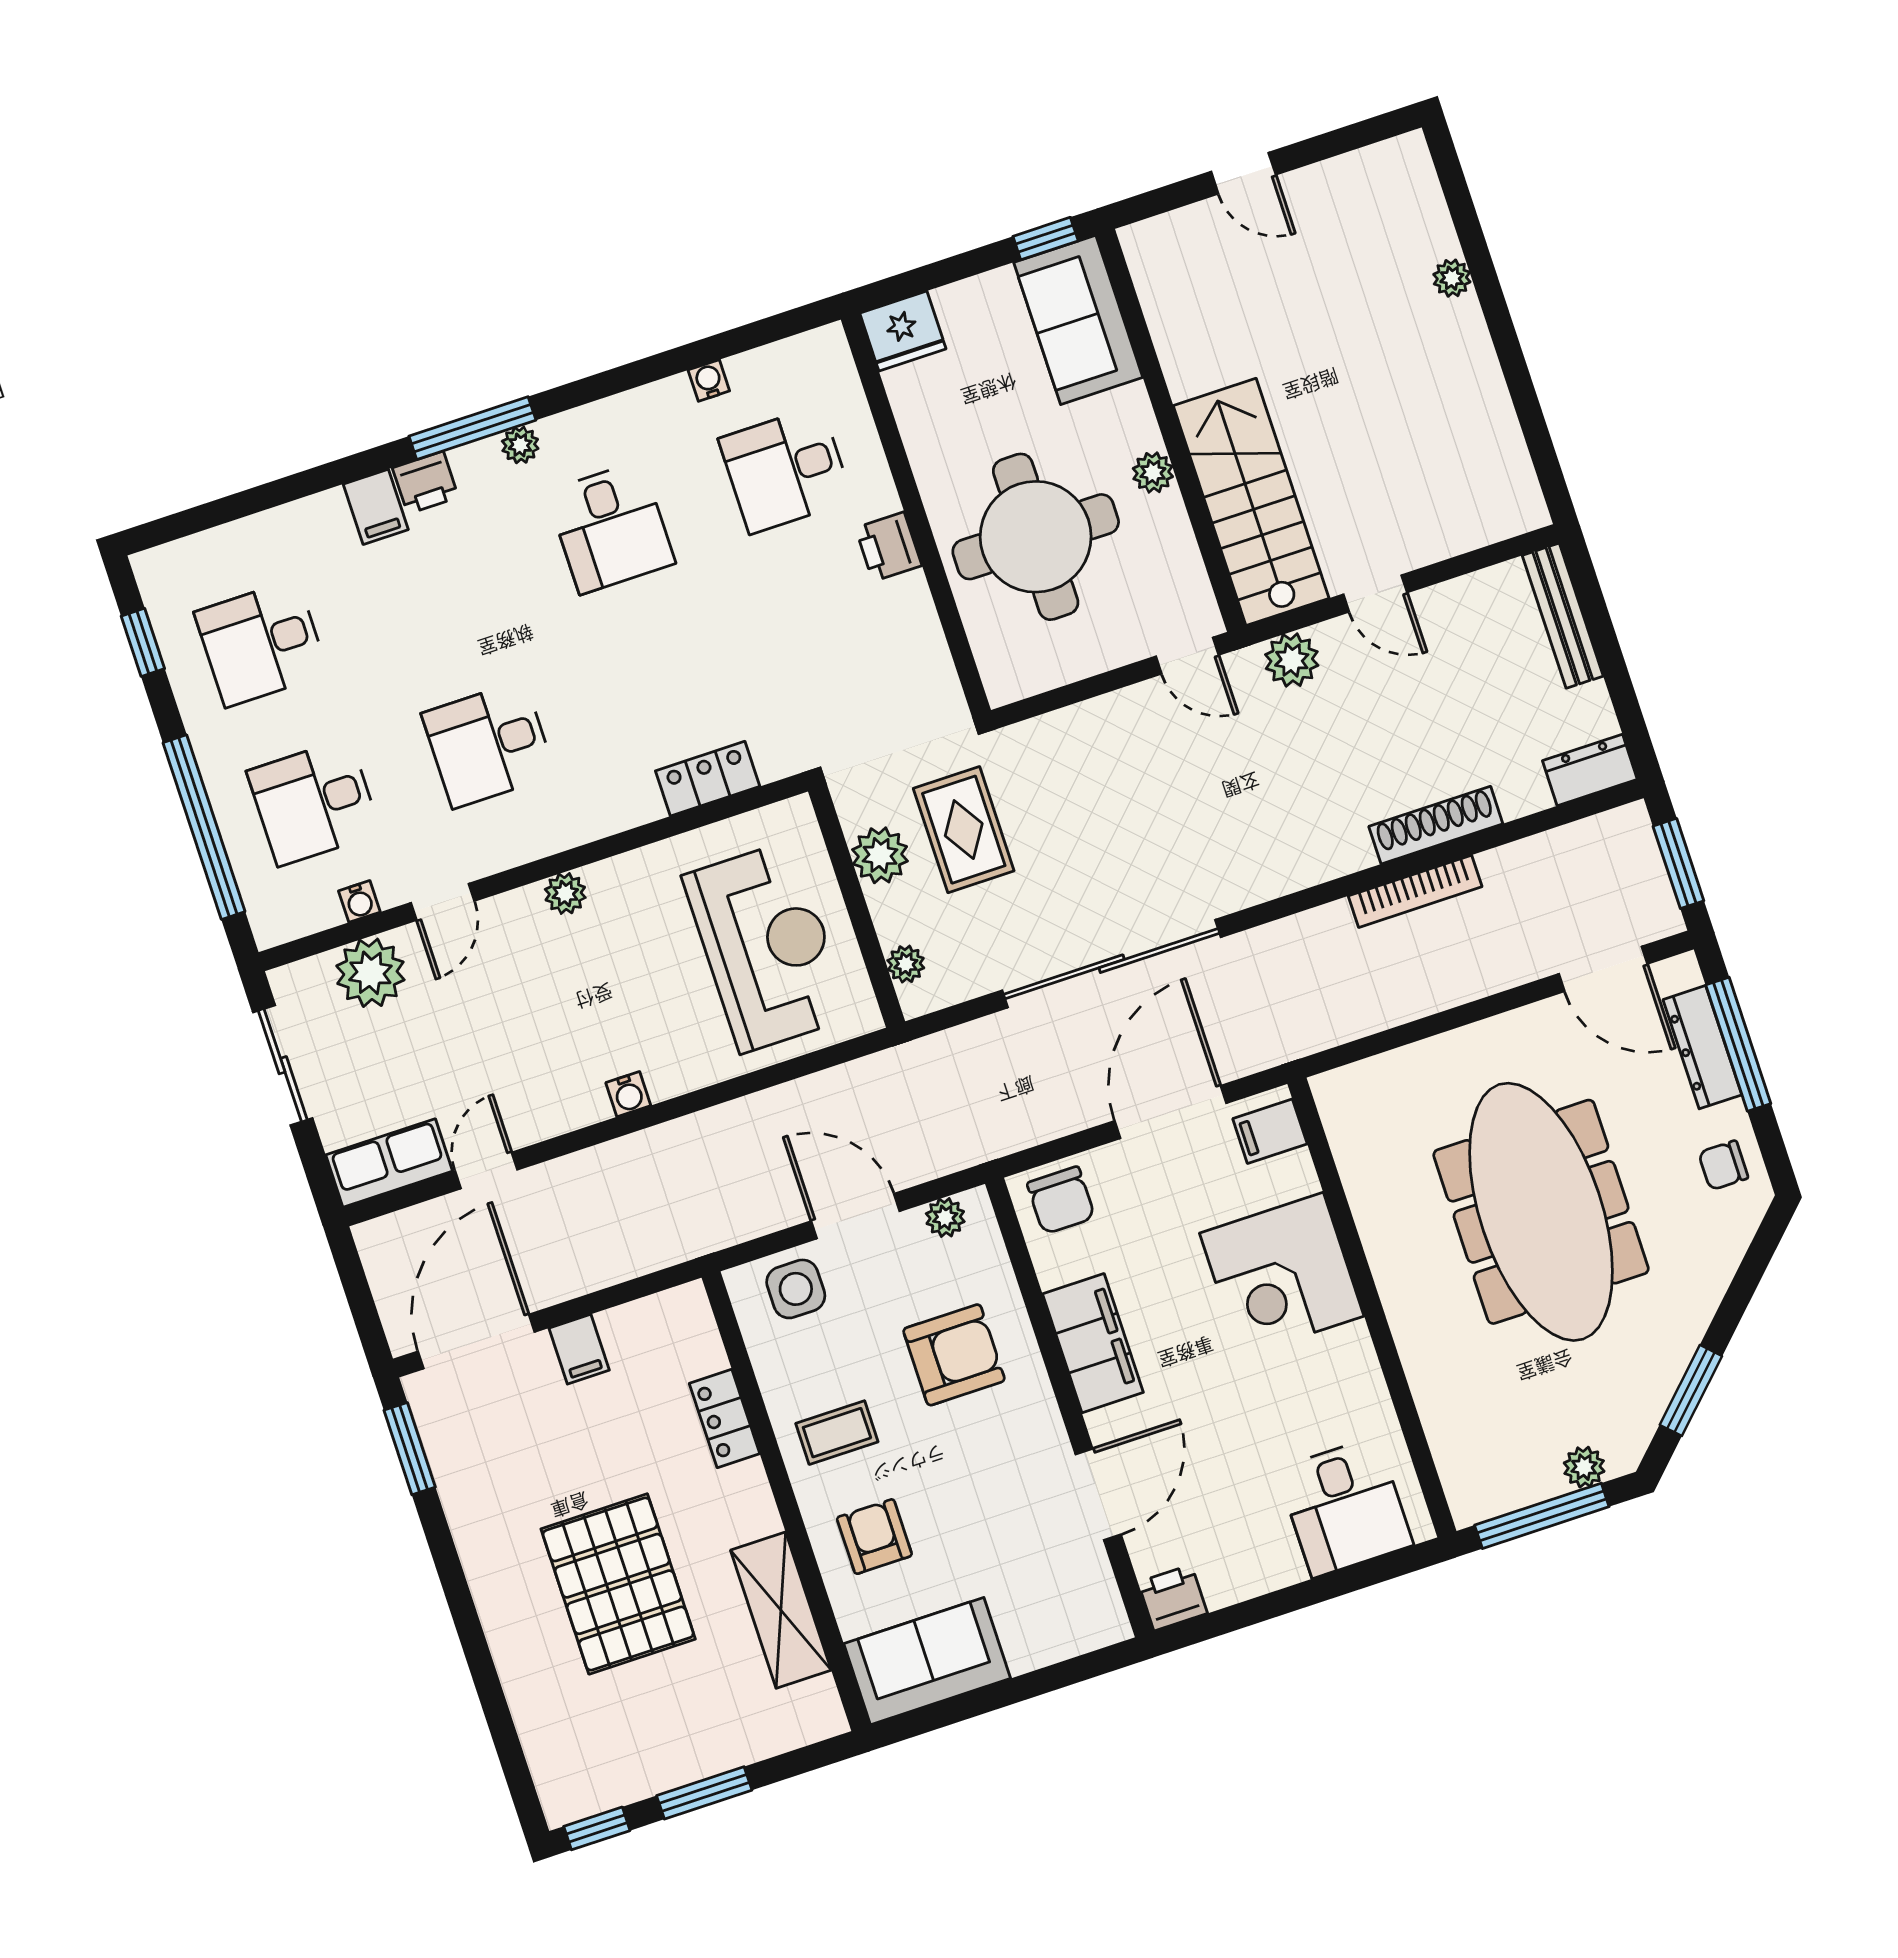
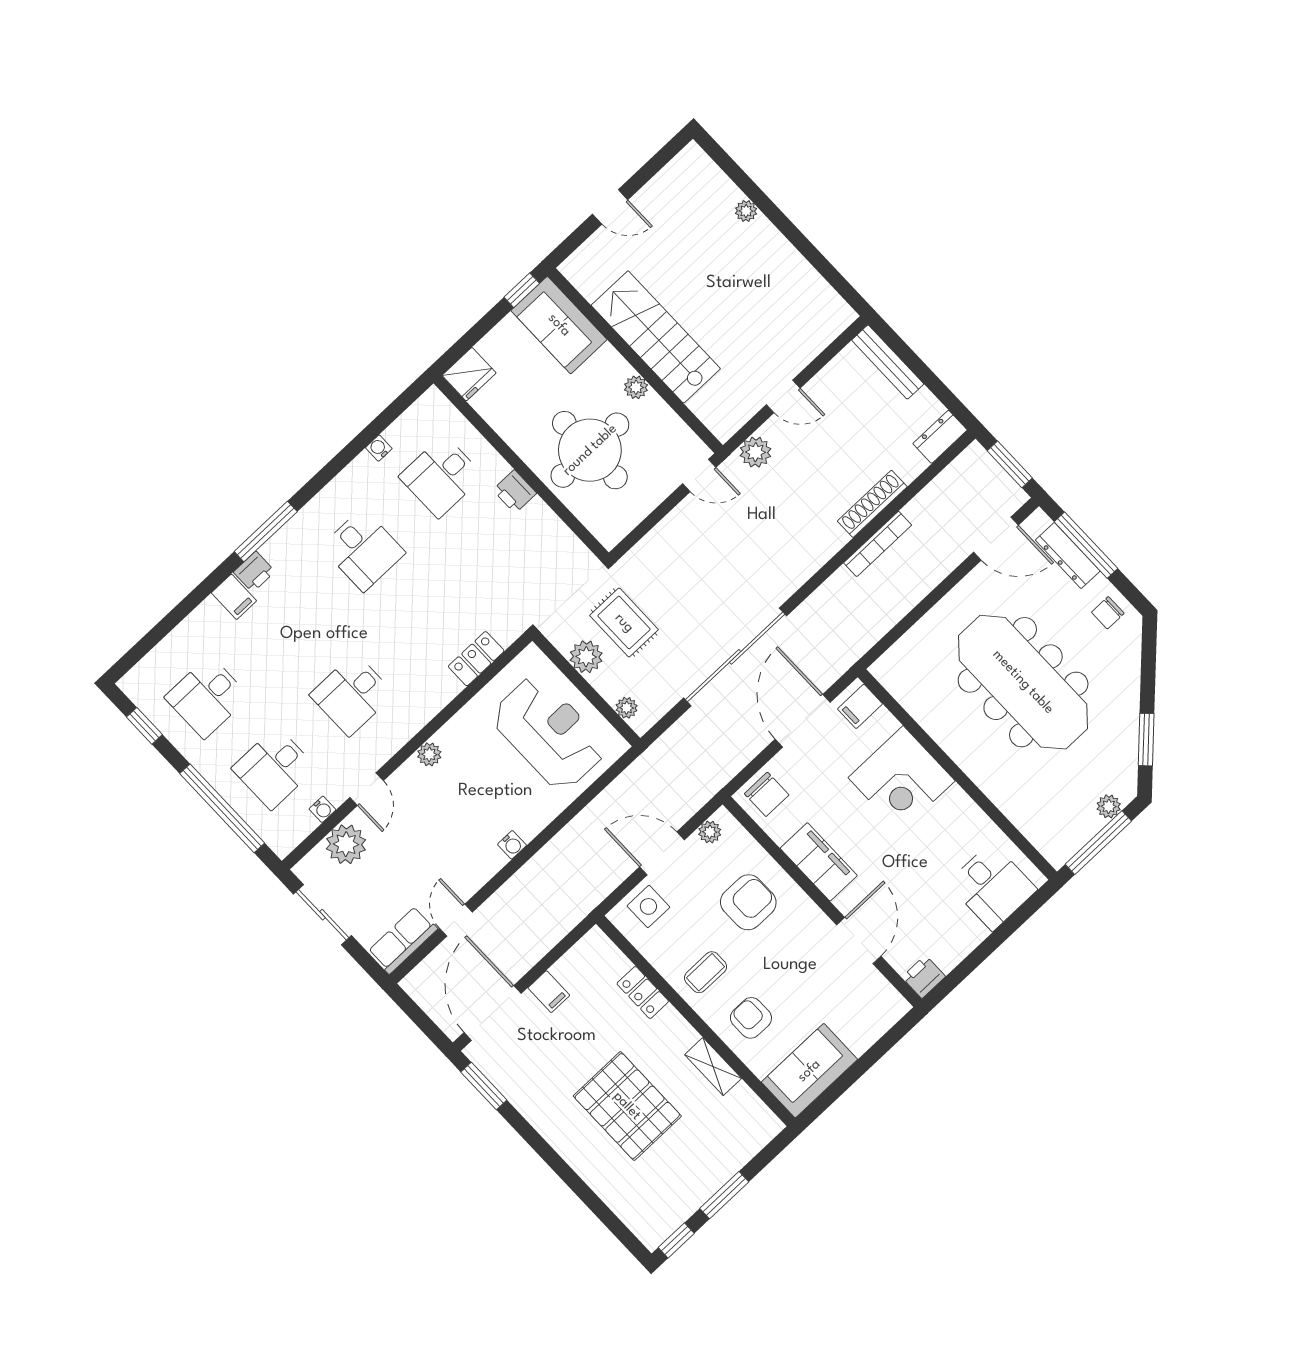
plant: (520, 445) -> (295, 529), removed
stairs: (1251, 502) -> (656, 337), moved
shelving: (781, 1610) -> (713, 1067), width x0.67, depth x0.75

